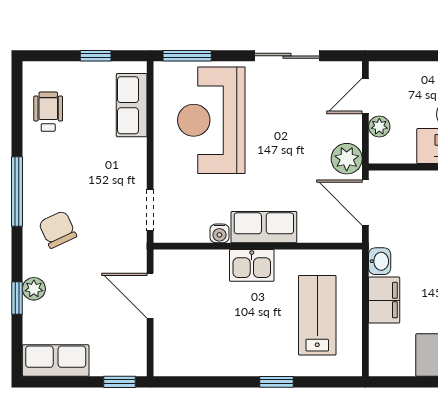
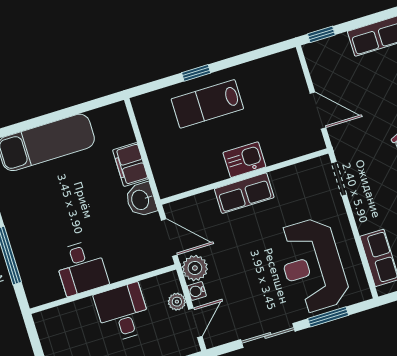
window: (187, 56) -> (328, 317), moved
reception desk: (211, 120) -> (312, 265), turned 180
water cooler: (219, 233) -> (197, 291), moved, turned -90
washbasin: (380, 261) -> (141, 200), width x1.38, depth x1.45
lab bench: (317, 315) -> (207, 104), moved, turned 90

